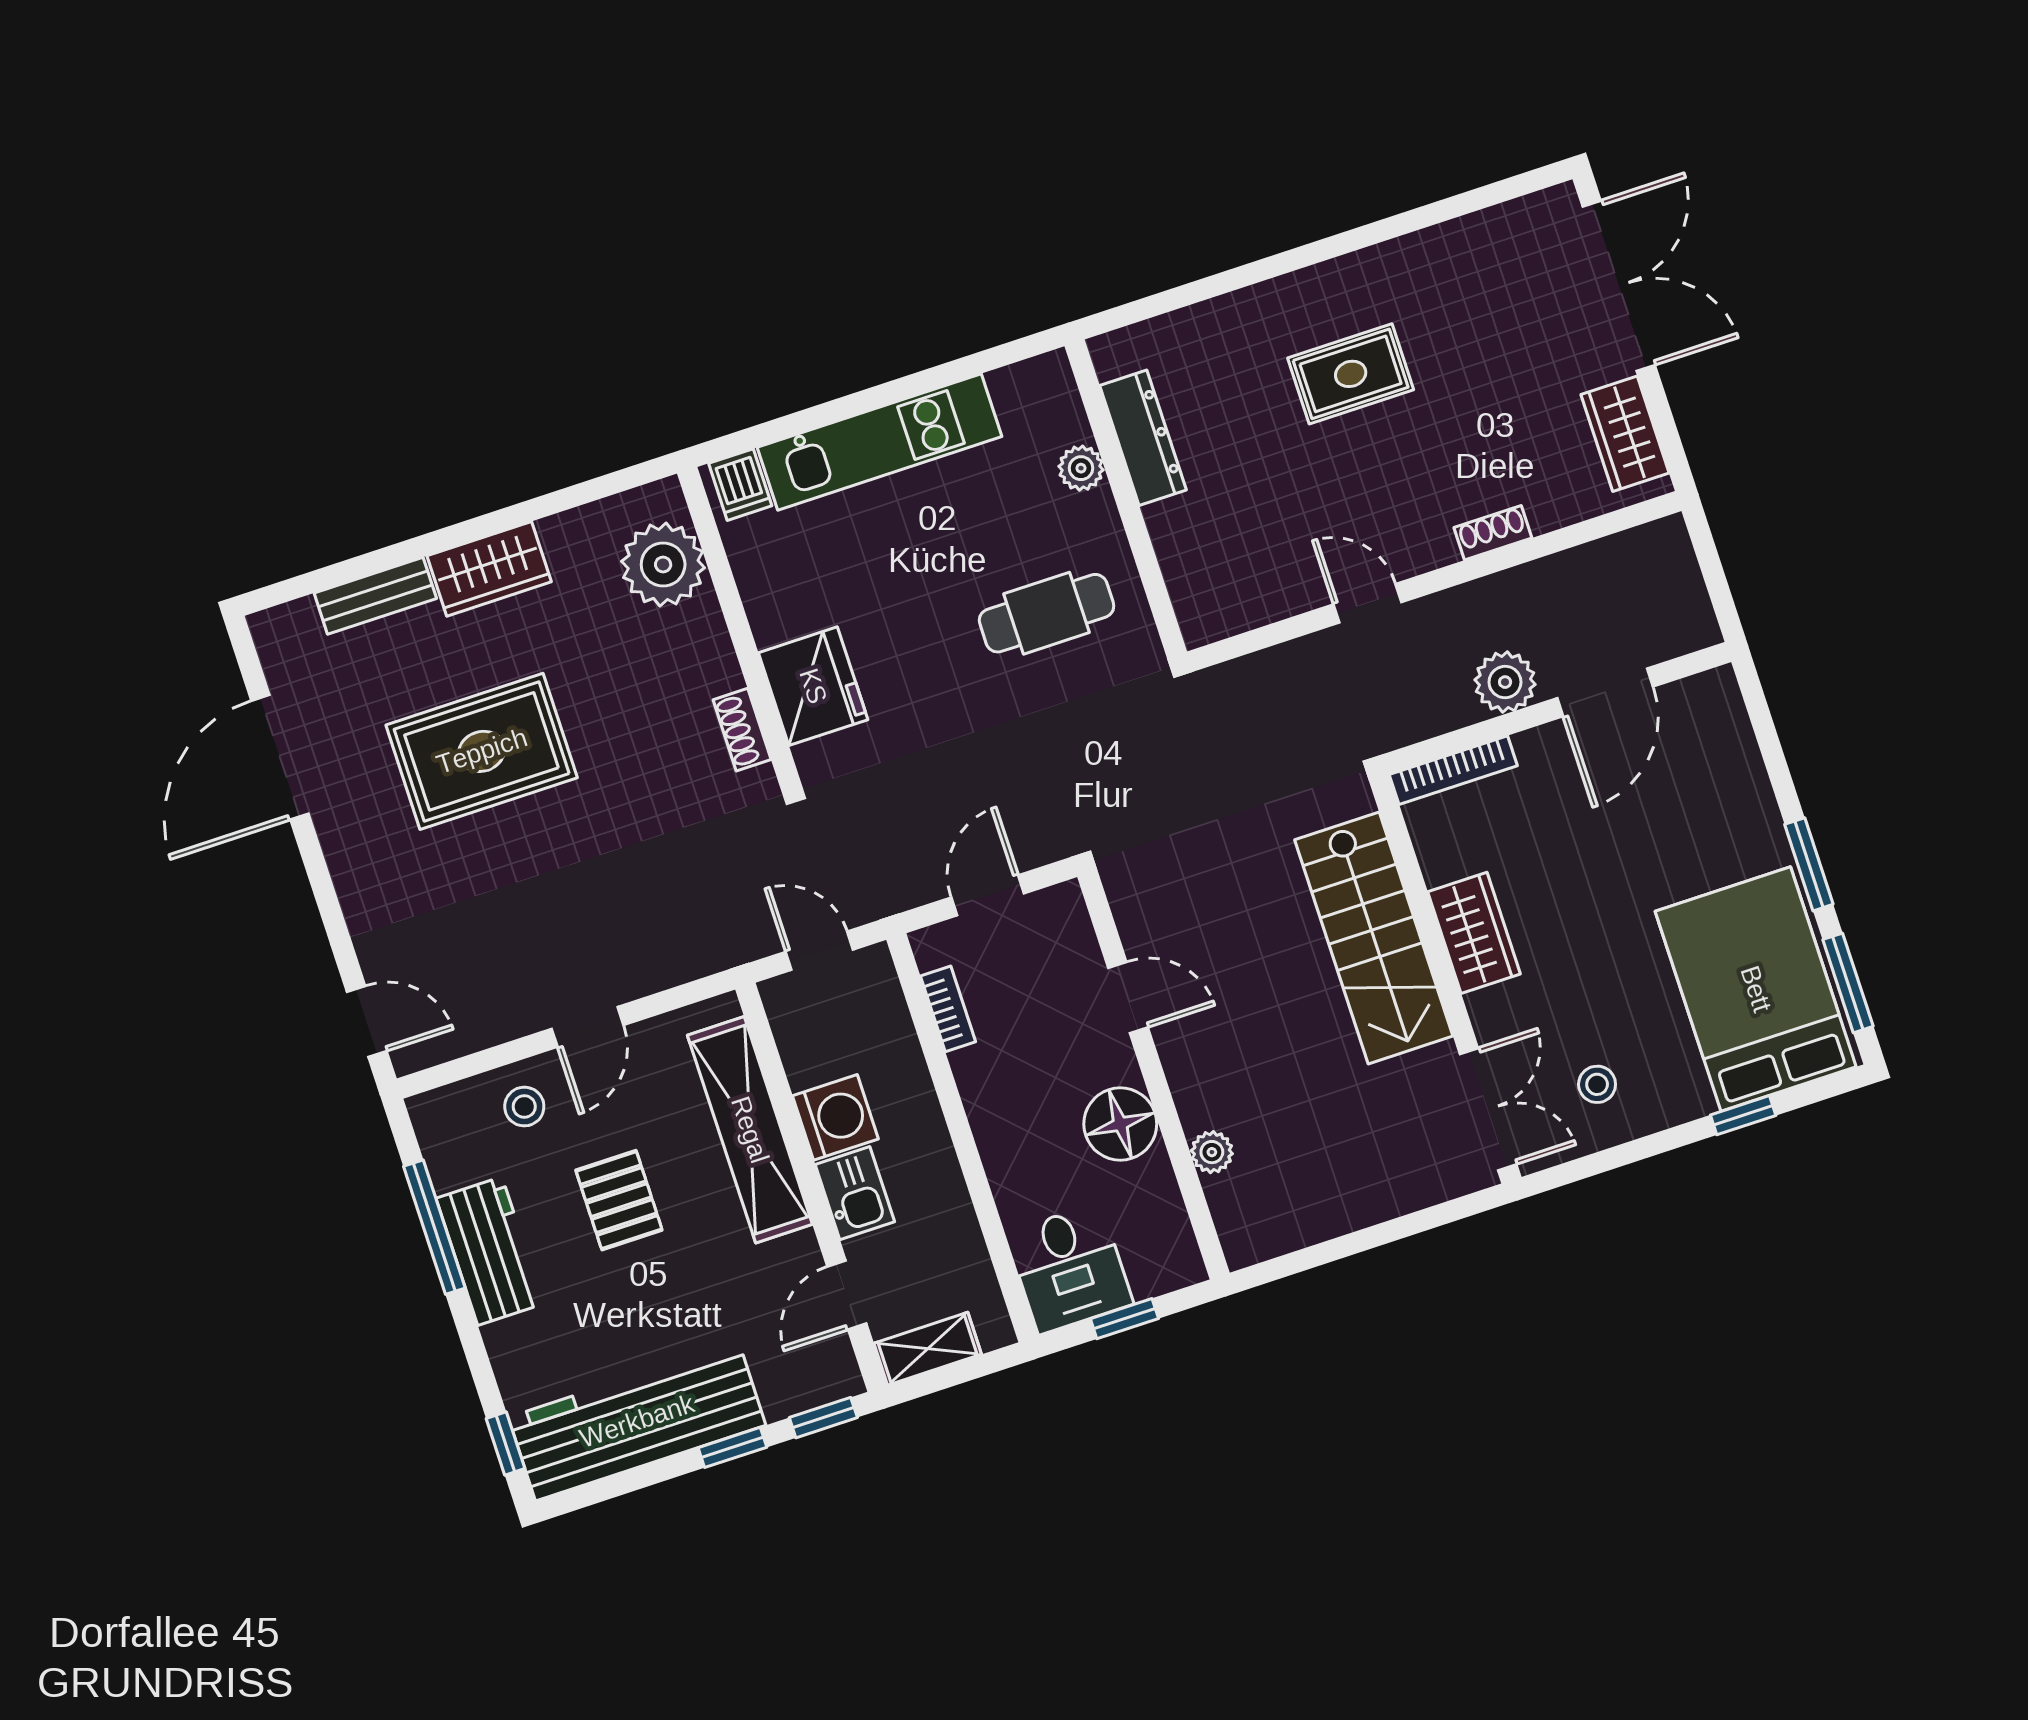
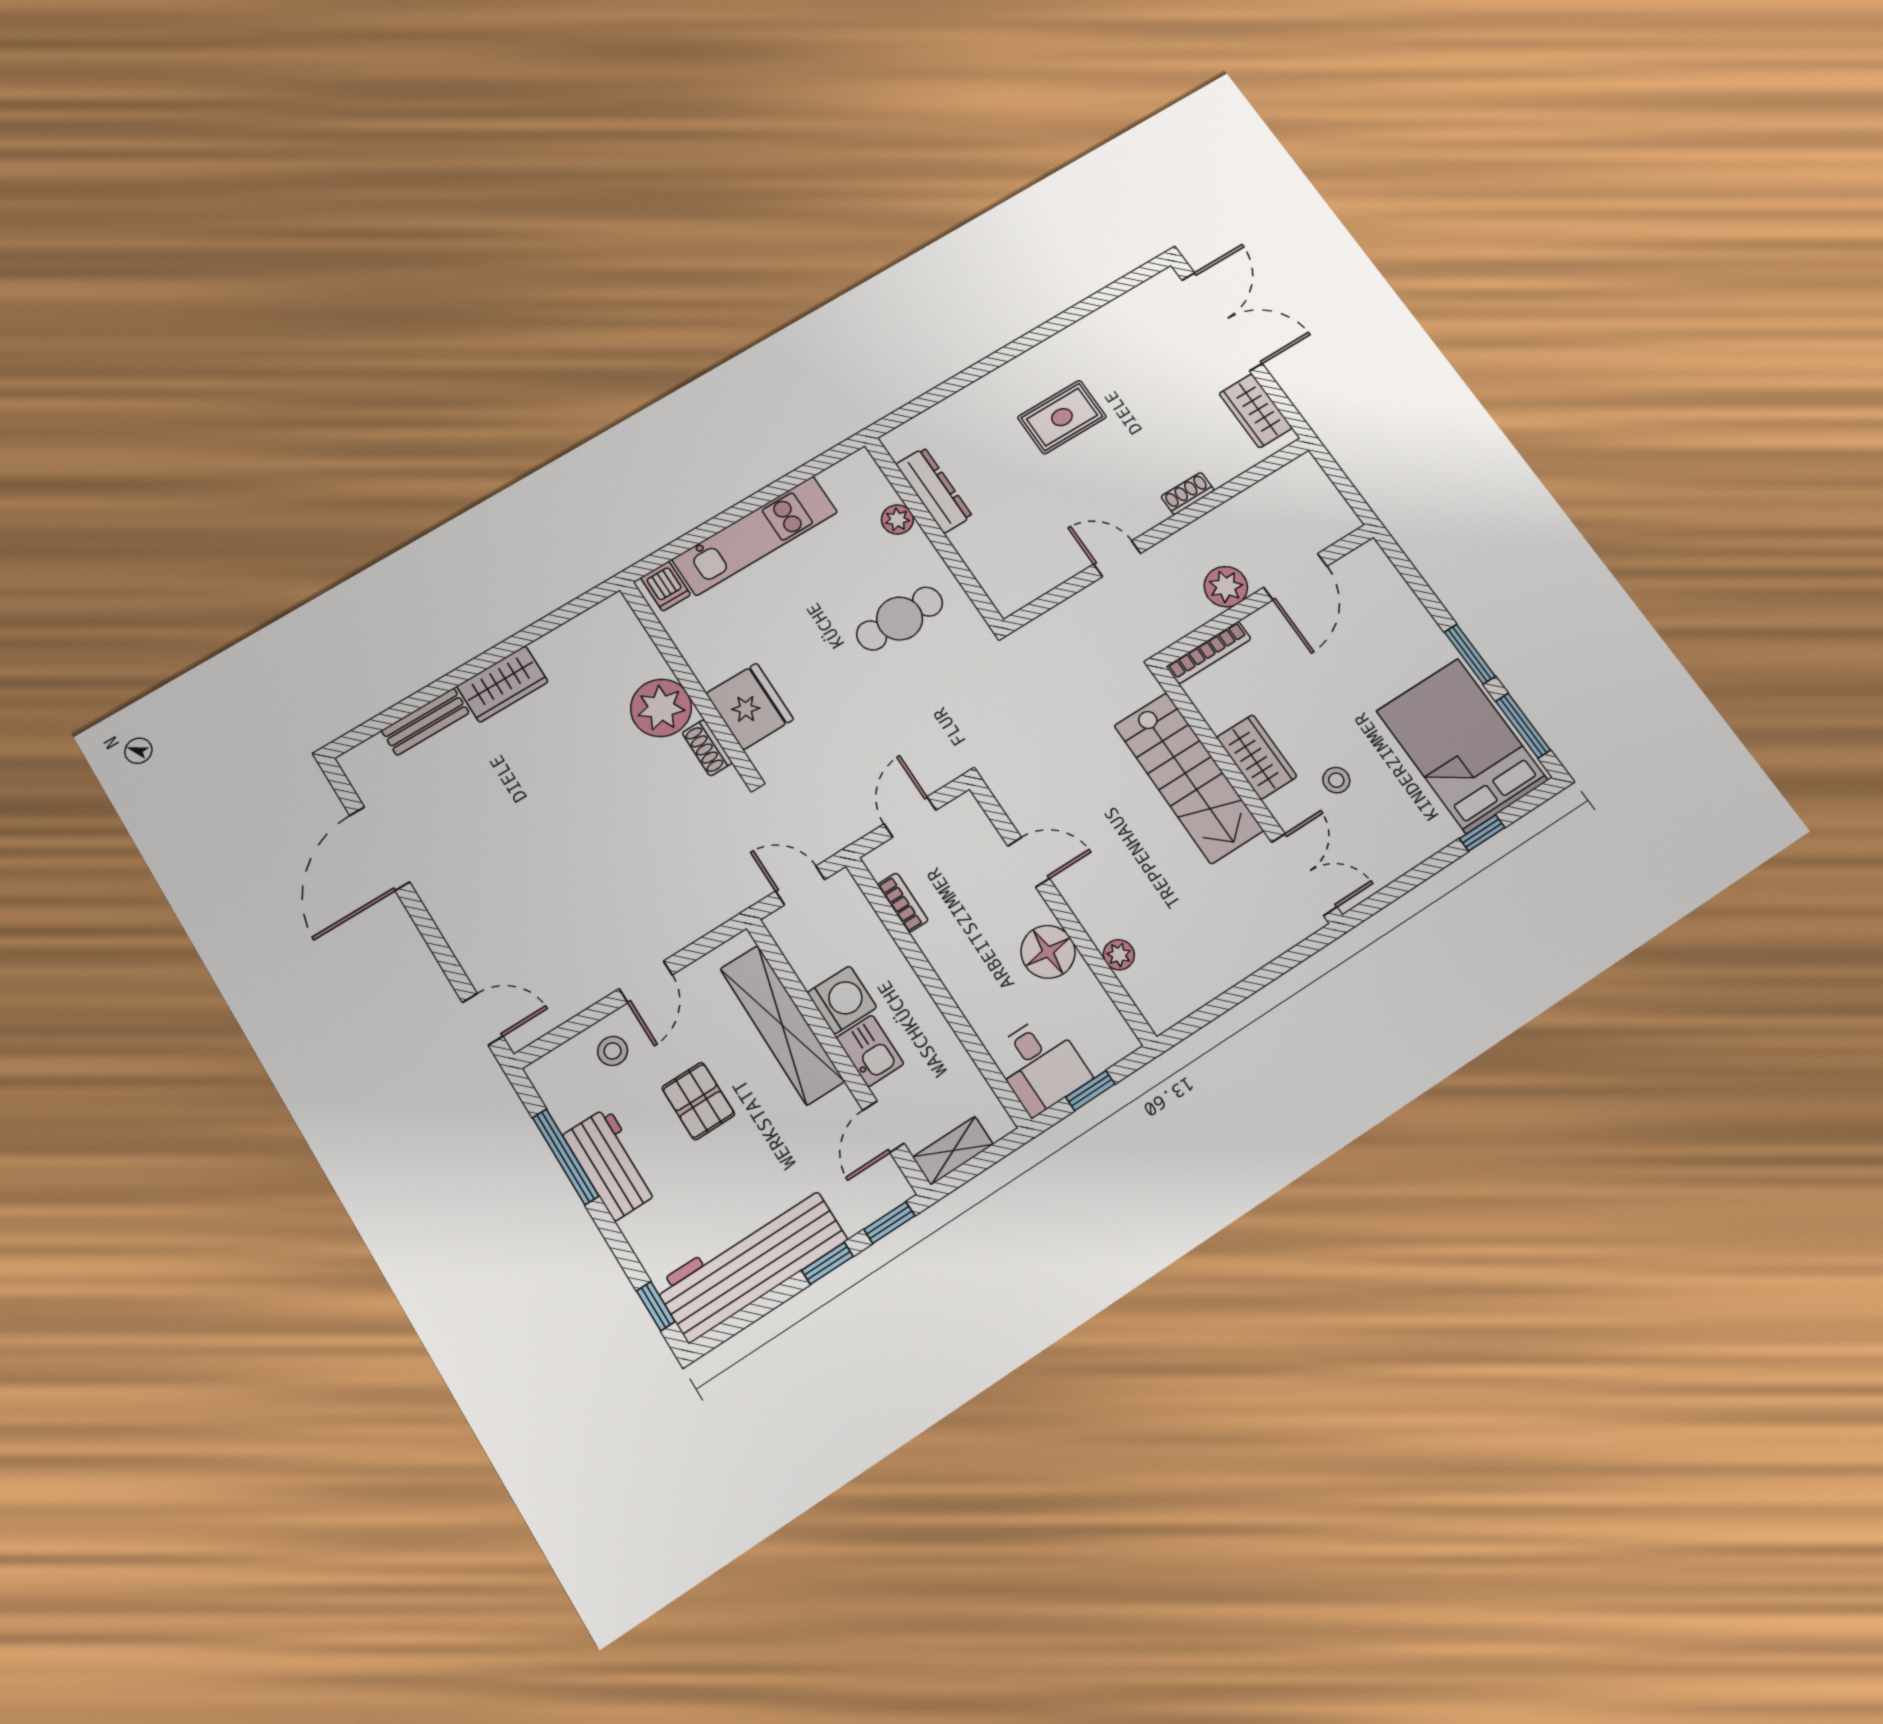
plant: (663, 564) -> (661, 708), moved
rug: (482, 751) -> (525, 809), removed
stool: (1597, 1084) -> (1336, 780), moved

